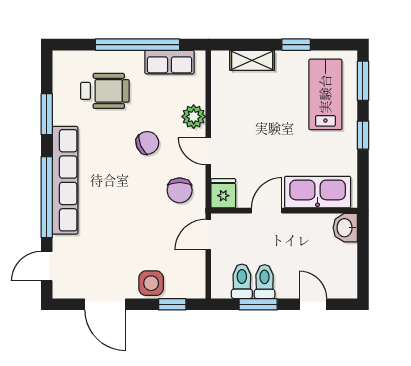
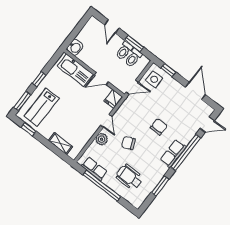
window: (296, 45) -> (29, 129), moved
row of seats: (65, 180) -> (173, 153), width x0.50
chair: (180, 190) -> (159, 127), moved
side table: (151, 283) -> (154, 79), moved

